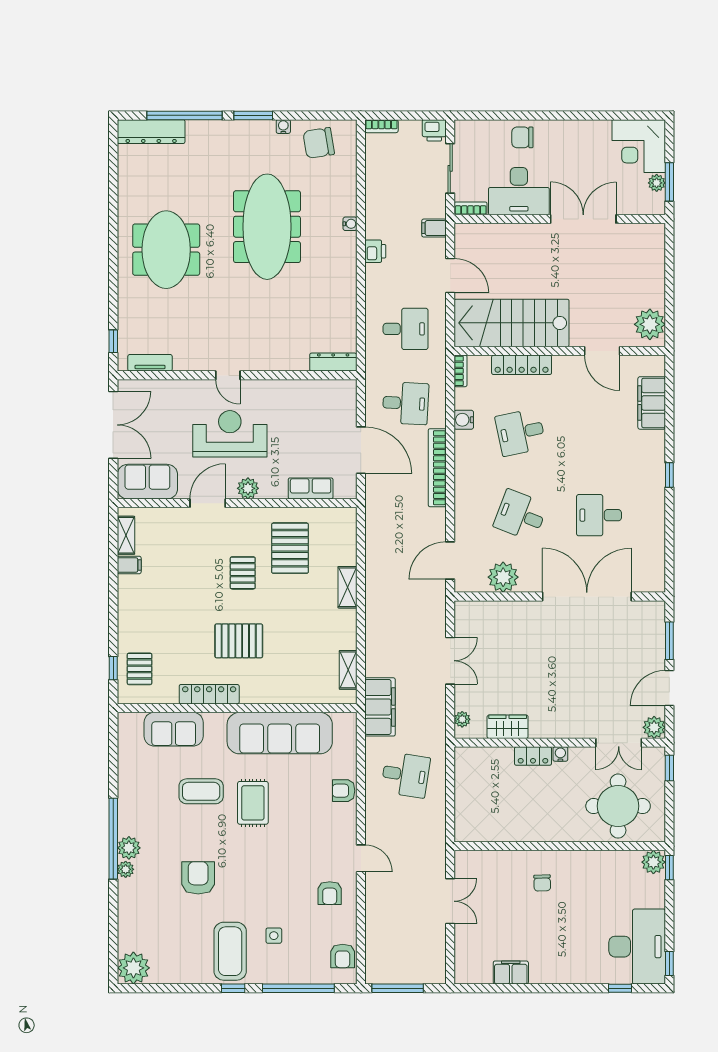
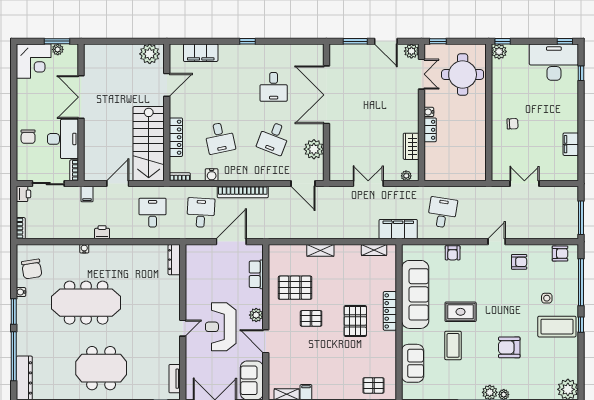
locker: (209, 694) -> (390, 311), moved

